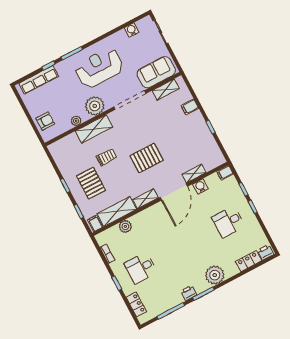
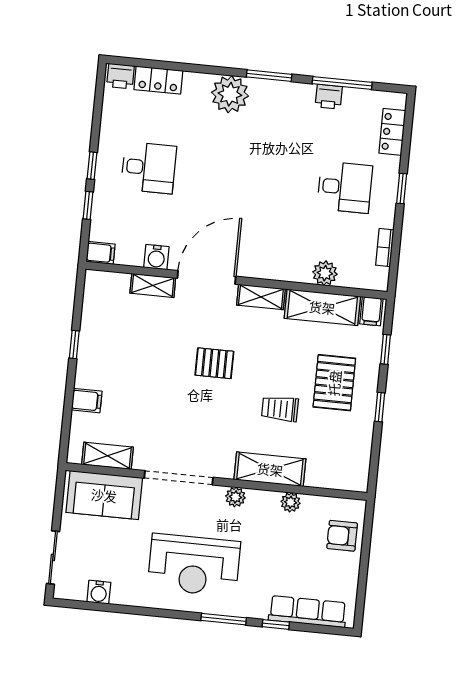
plant: (95, 106) -> (235, 497), width x0.53, depth x0.53
pallet: (147, 158) -> (214, 363), width x0.67, depth x0.71
printer: (189, 293) -> (329, 97), moved

